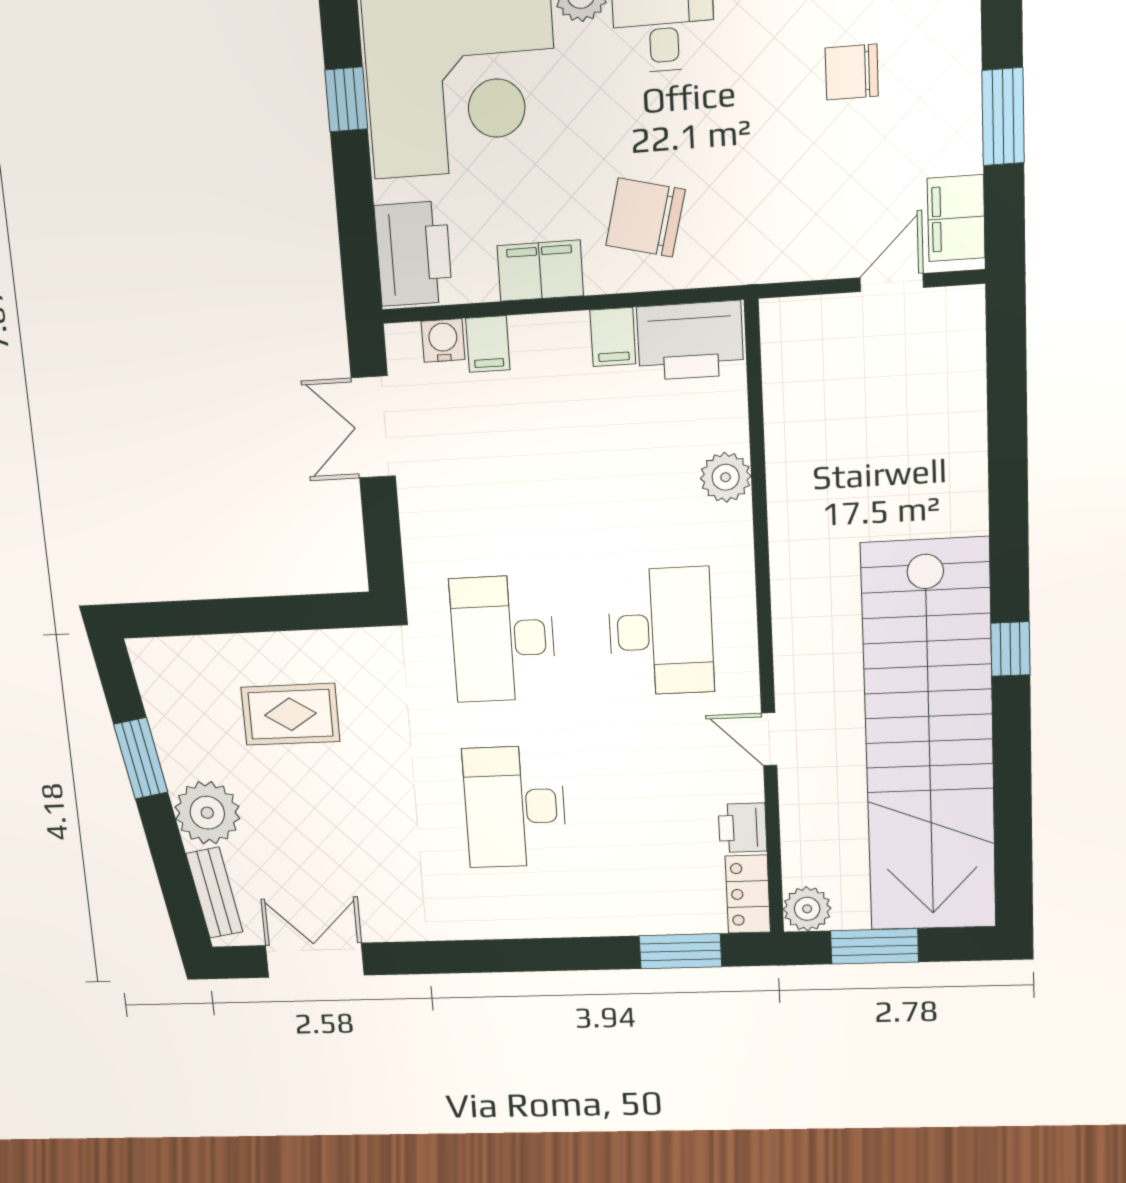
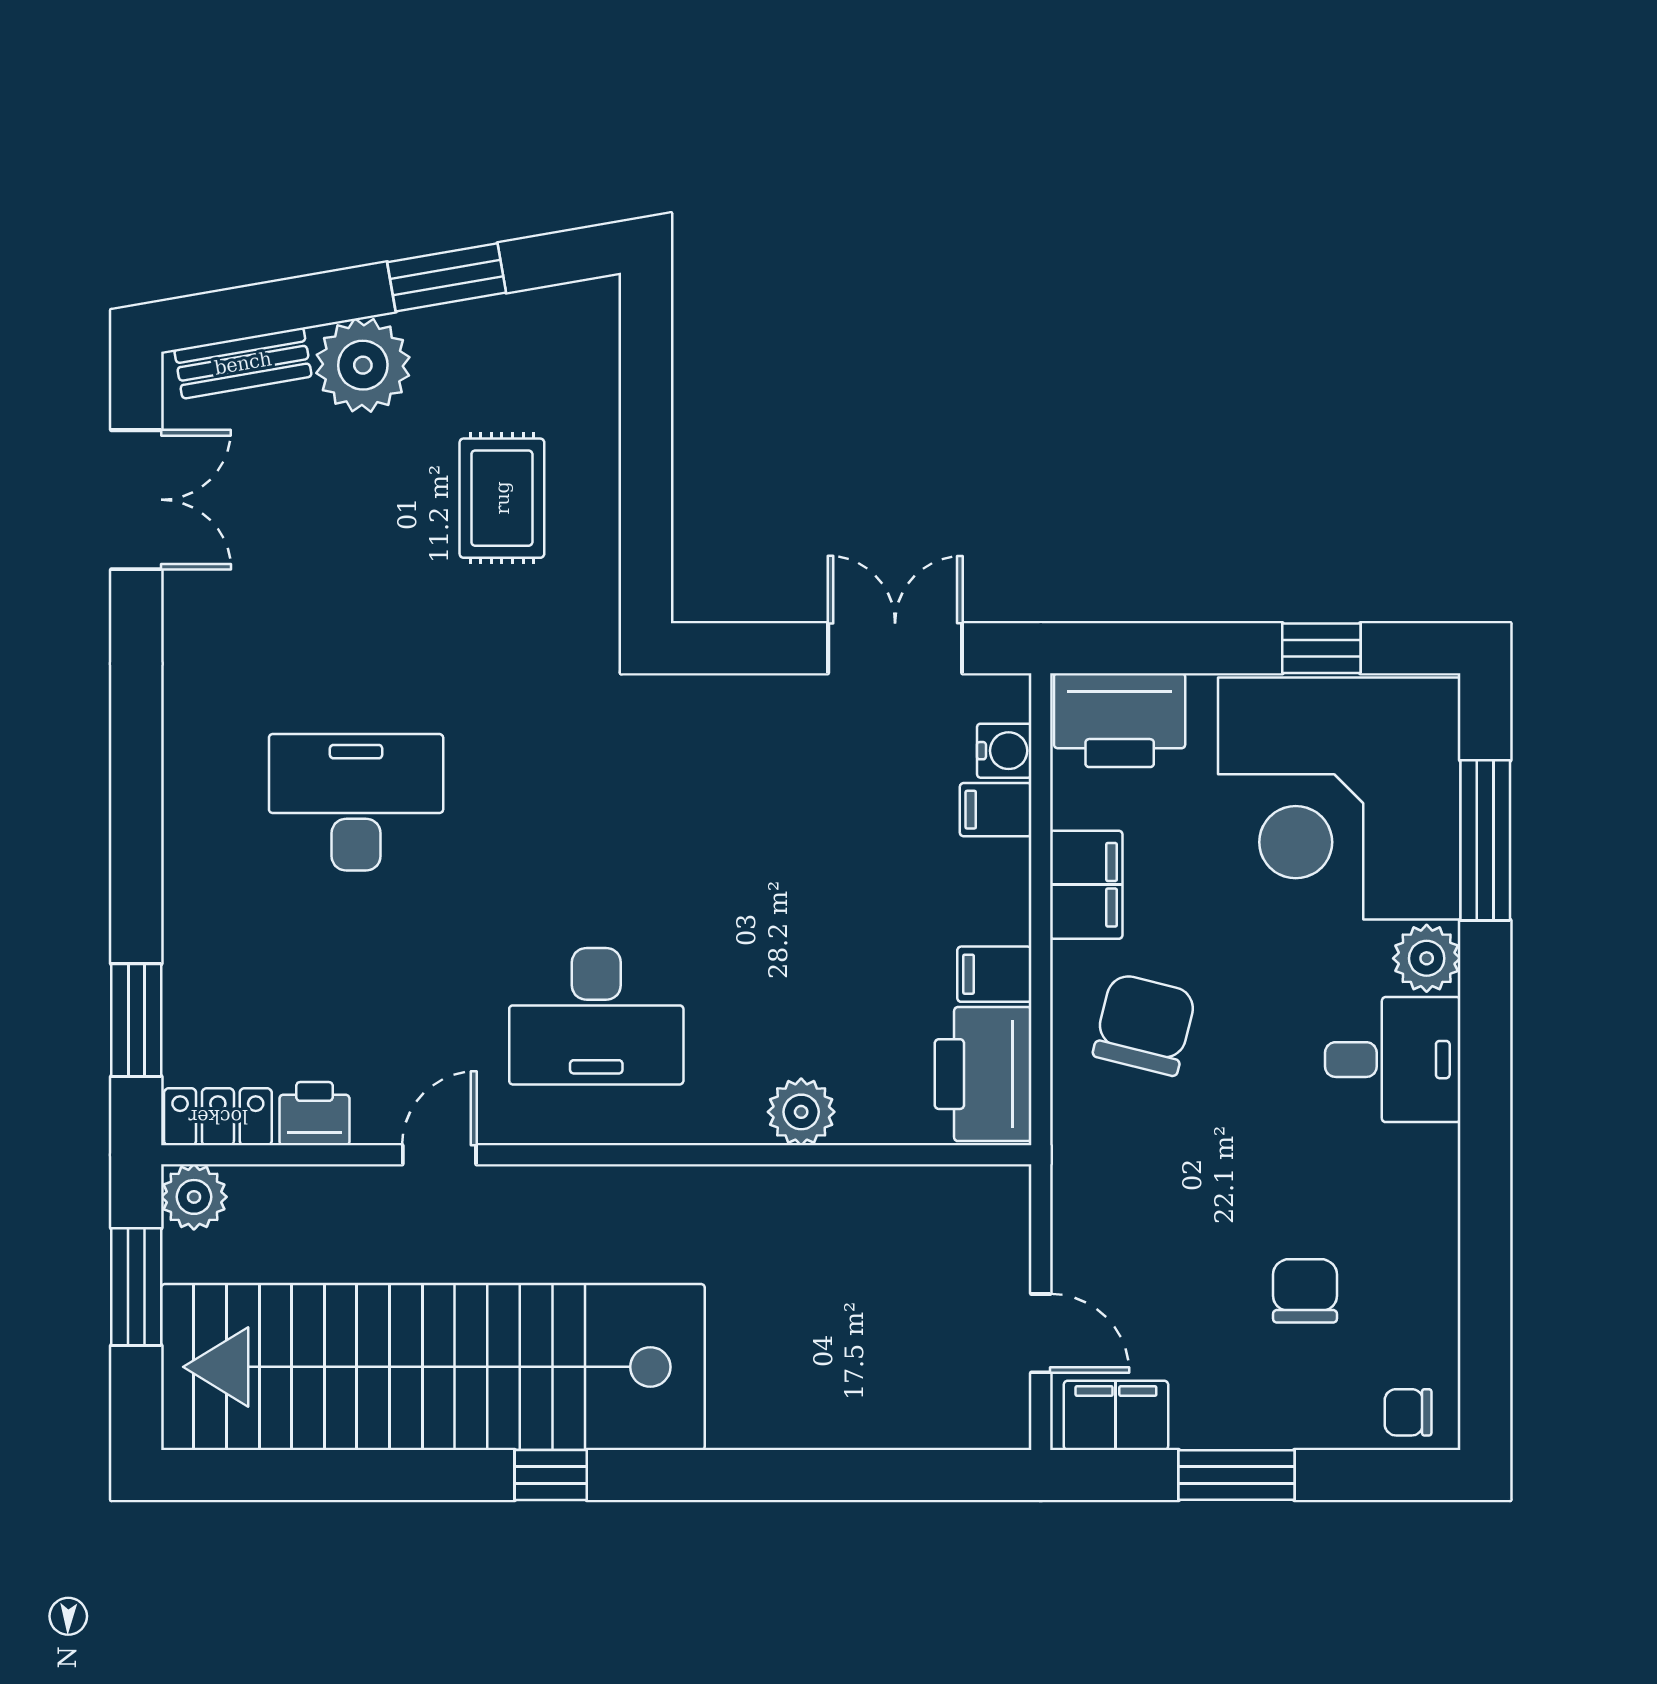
desk: (503, 639) -> (596, 802), removed

